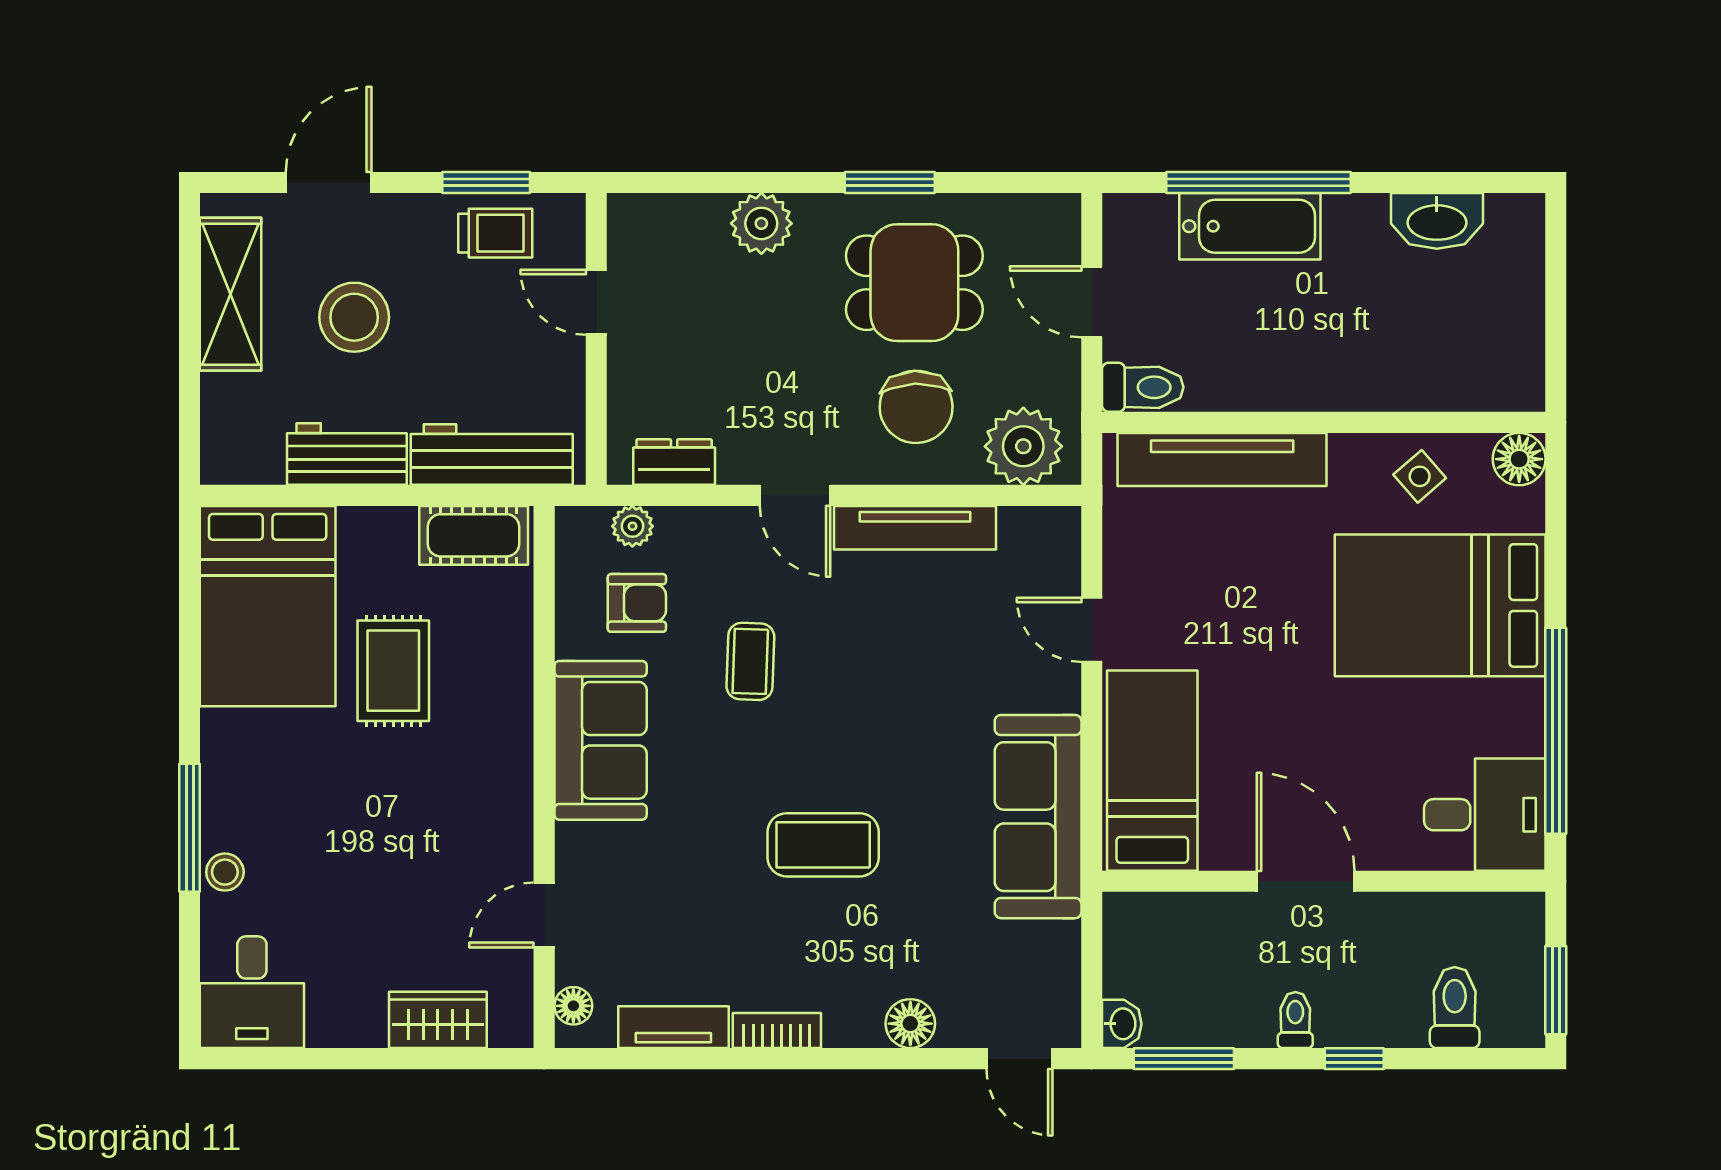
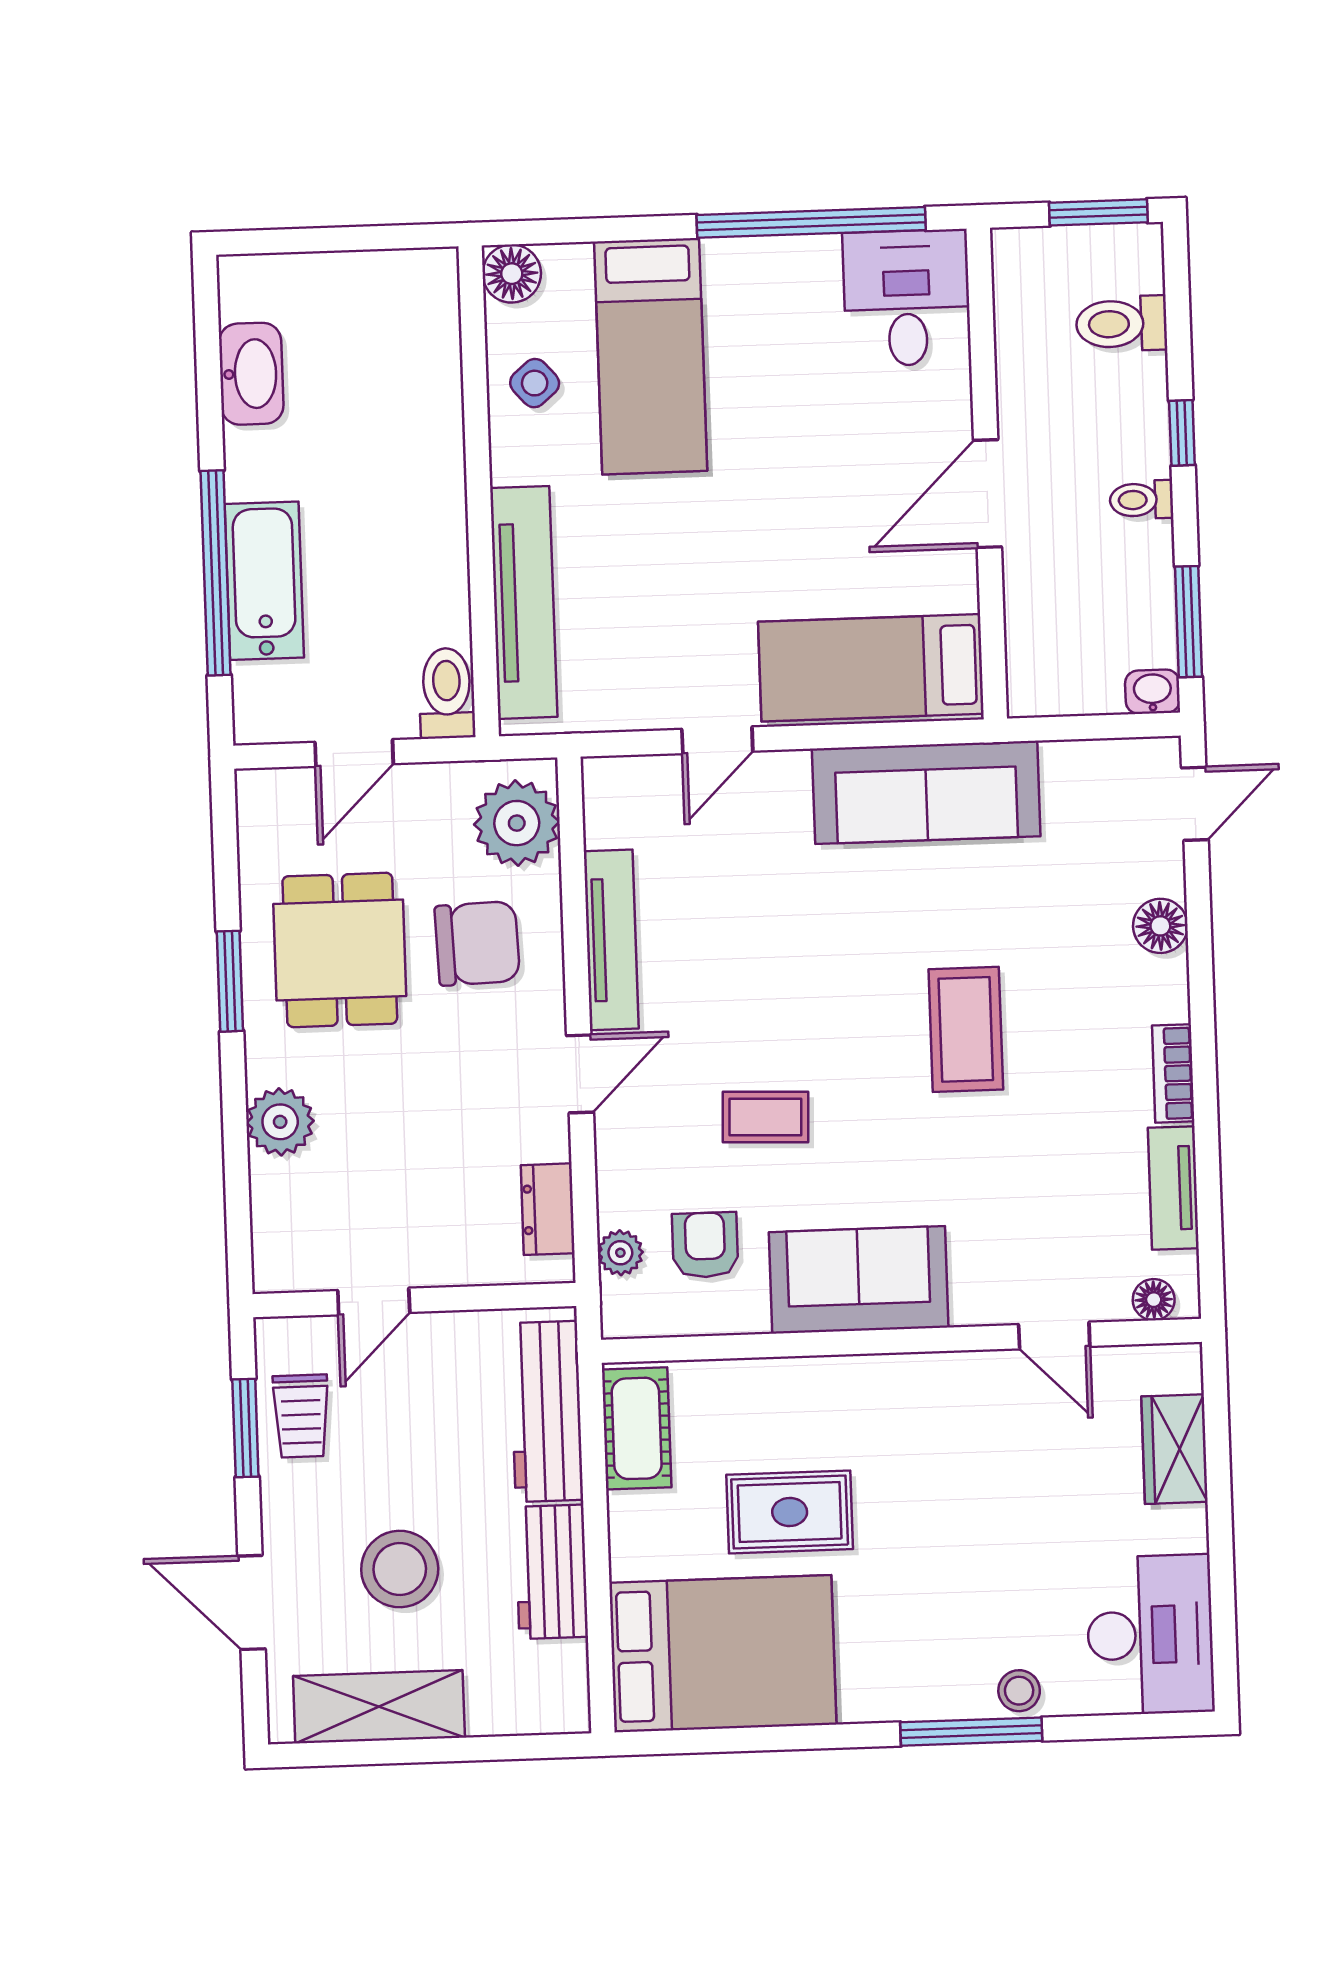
trolley: (495, 233) -> (301, 1416), turned 180
bed: (1440, 605) -> (651, 356), width x0.67
desk: (252, 992) -> (1150, 1635), width x1.37

